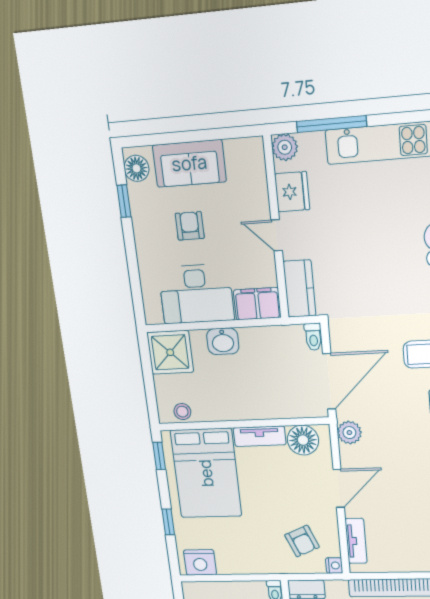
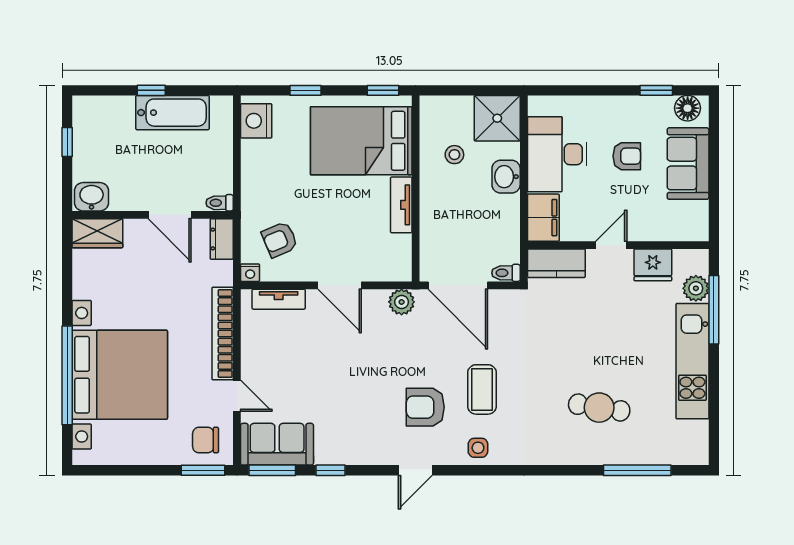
plant: (285, 147) -> (696, 288), moved
stool: (182, 412) -> (454, 155), moved
floor lamp: (303, 440) -> (395, 252), removed

